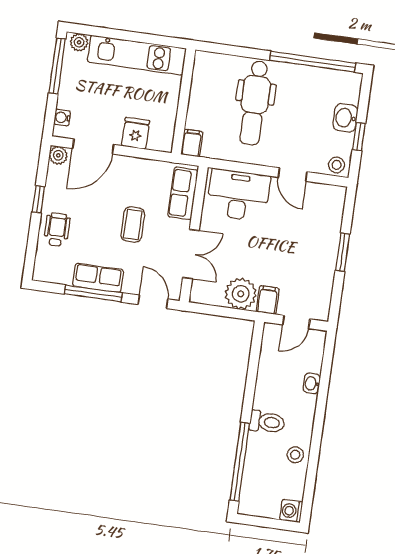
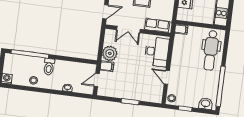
dental chair: (255, 103) -> (211, 50), moved, turned -90
washbasin: (345, 118) -> (206, 104), moved
door: (293, 175) -> (167, 77), hinge flipped
door: (296, 322) -> (97, 80), hinge flipped

